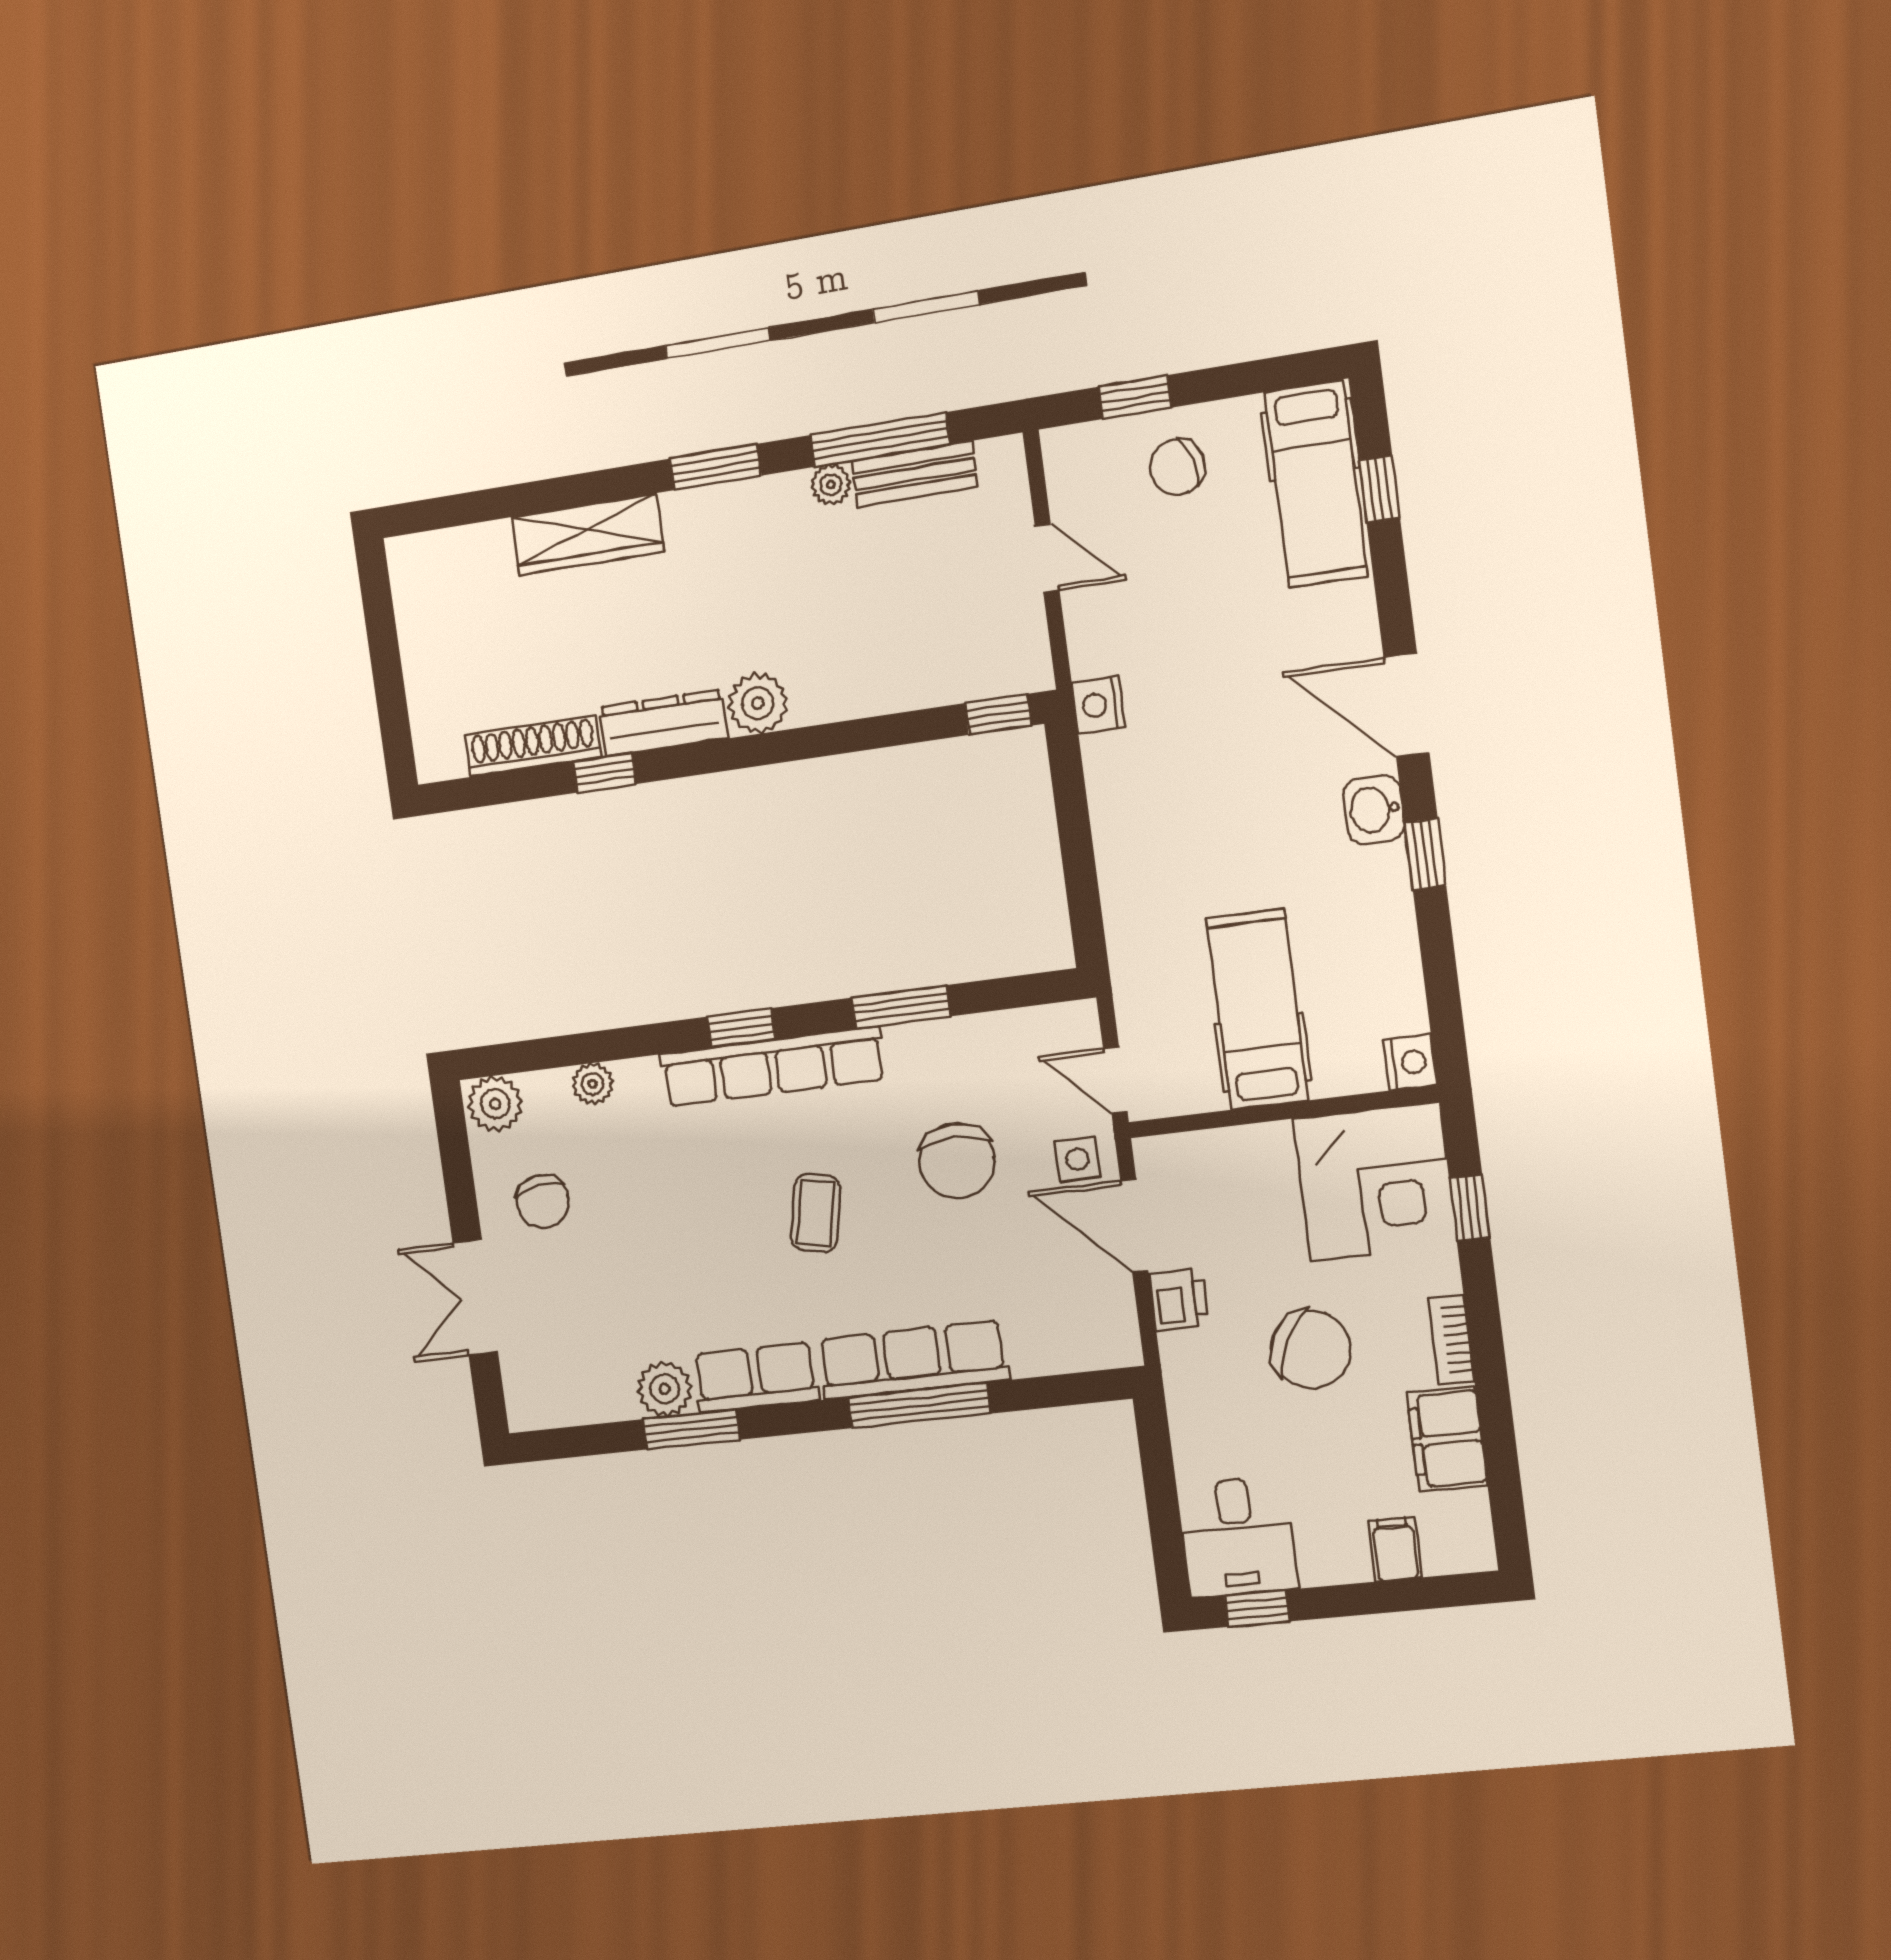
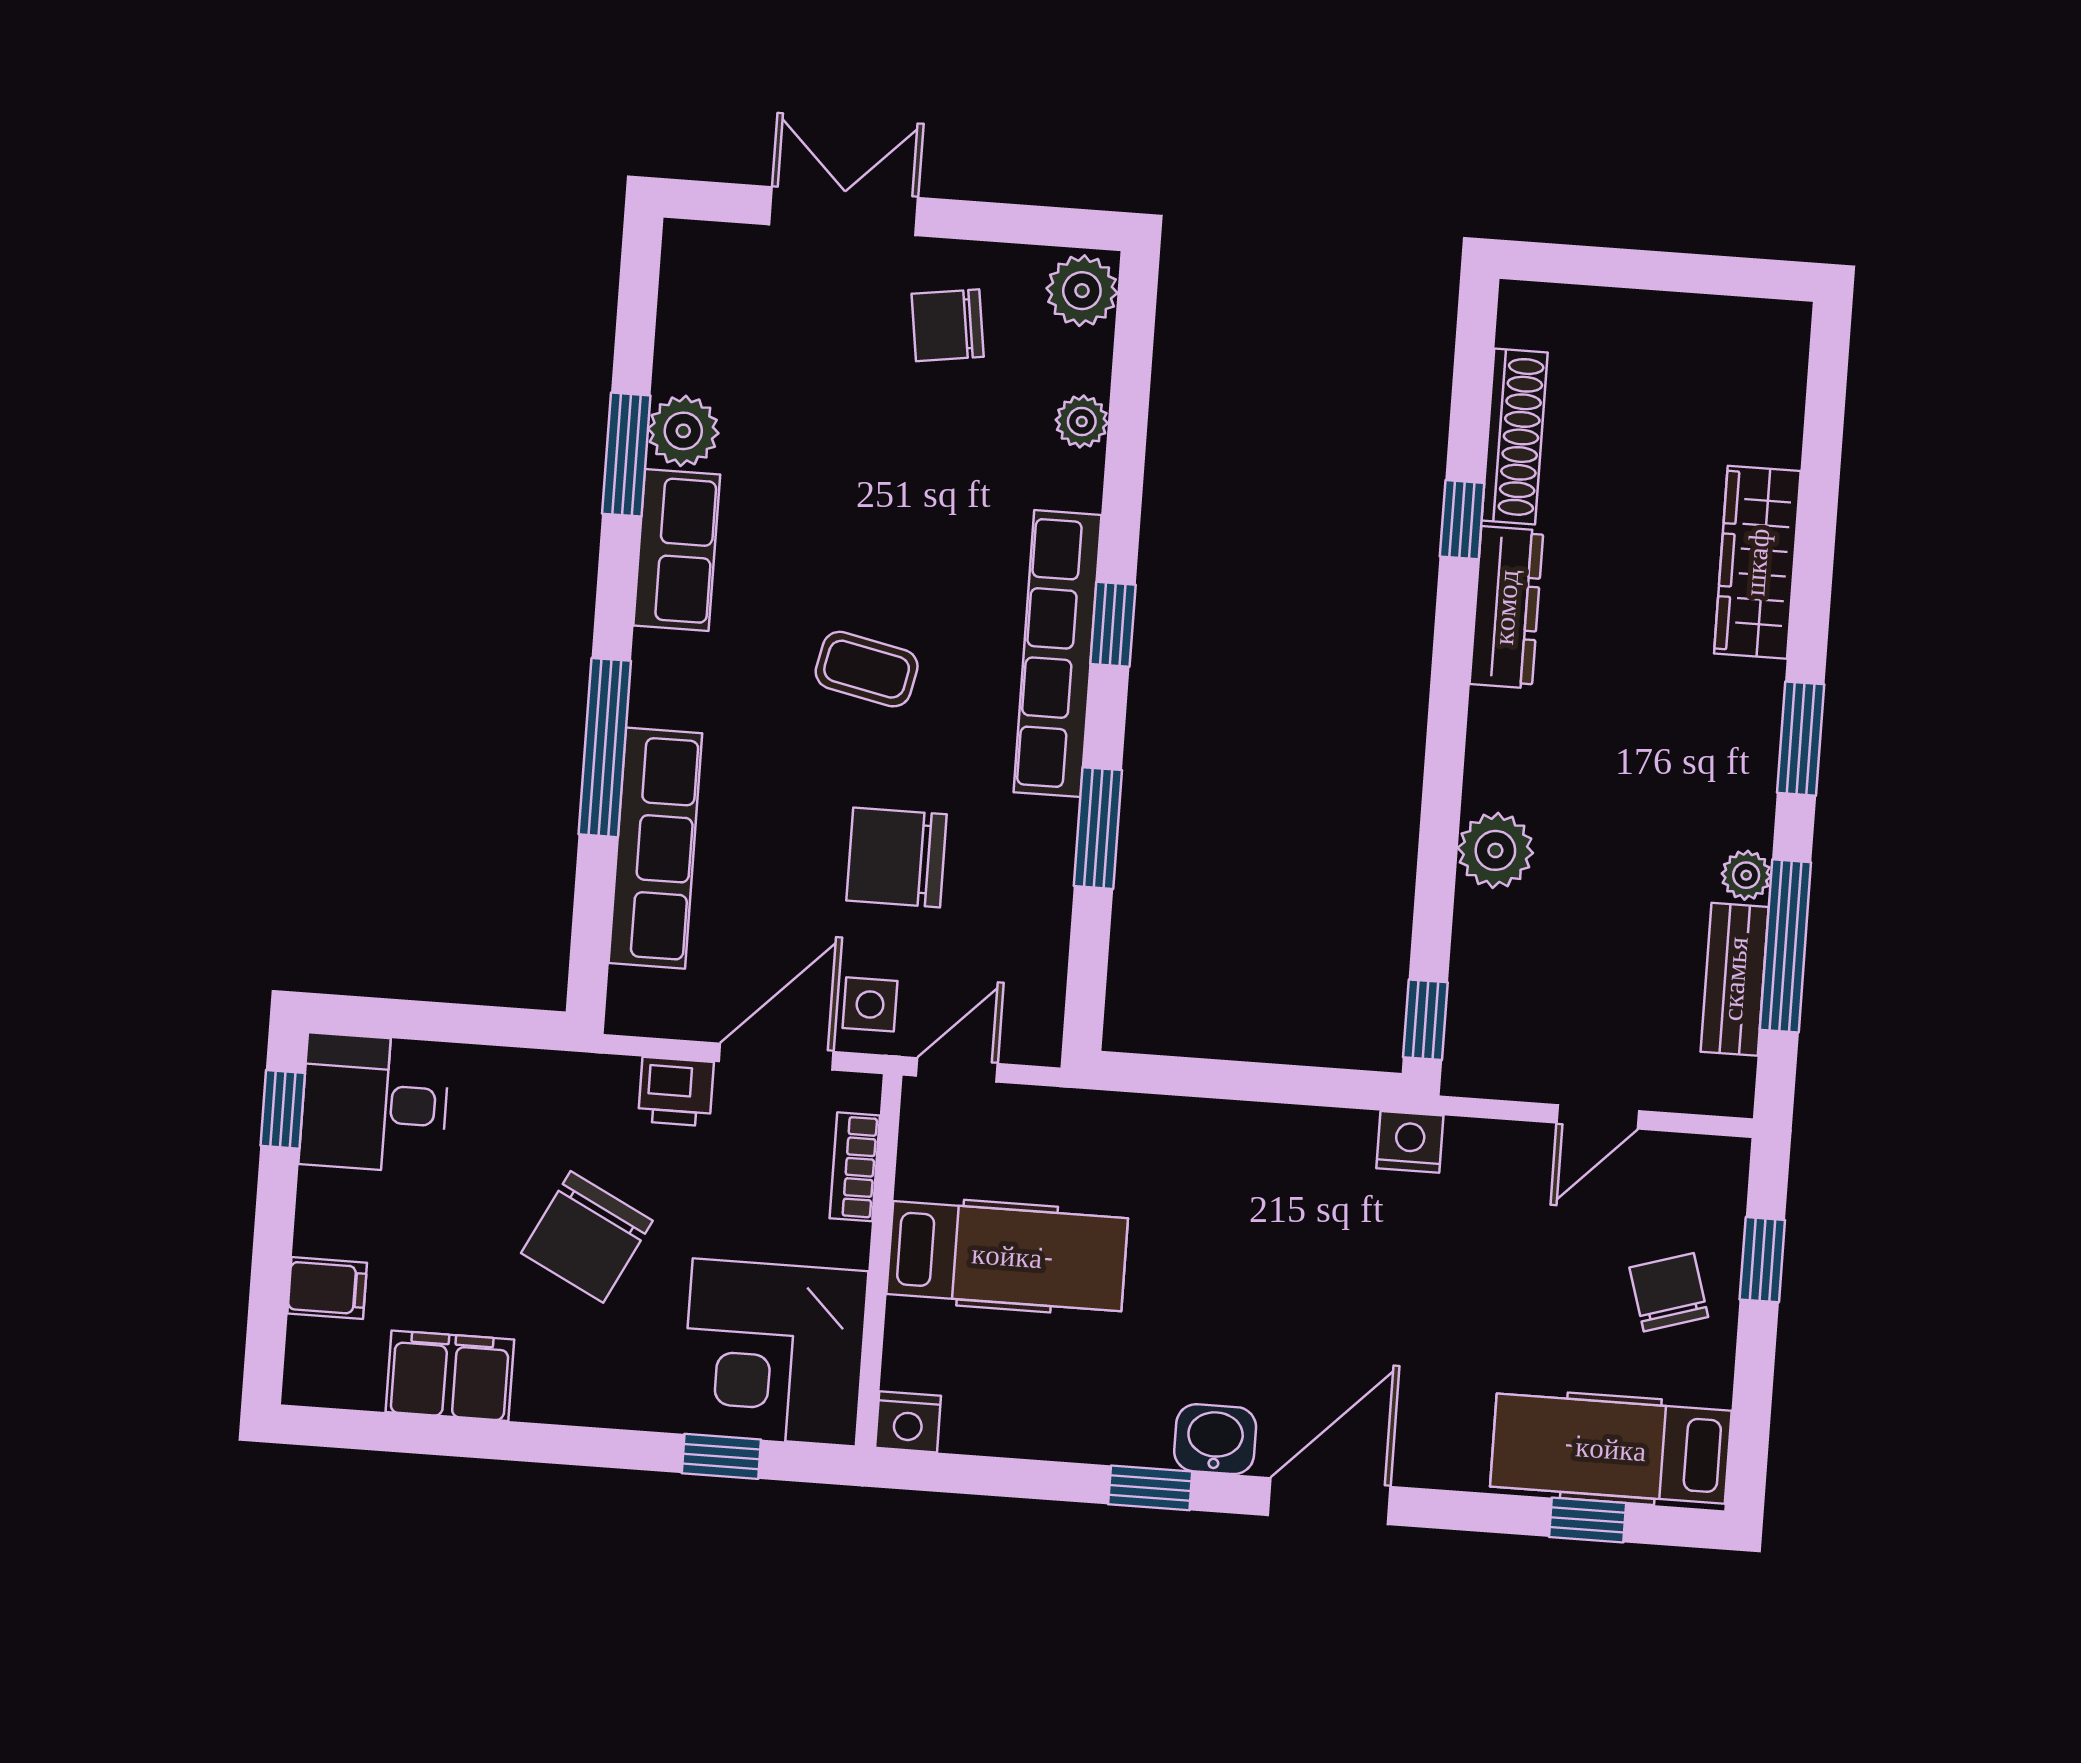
plant: (758, 703) -> (1495, 850), moved
bookcase: (1451, 1340) -> (855, 1167), moved, turned -90
row of seats: (913, 1360) -> (655, 848), moved

